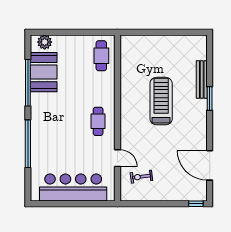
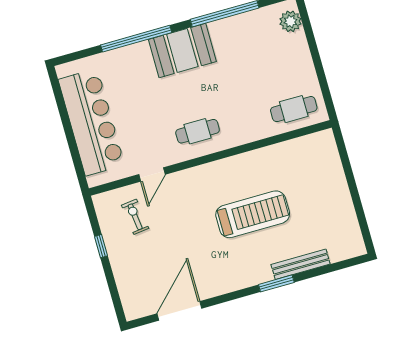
booth: (44, 72) -> (182, 50), moved
window: (196, 204) -> (101, 246), moved

